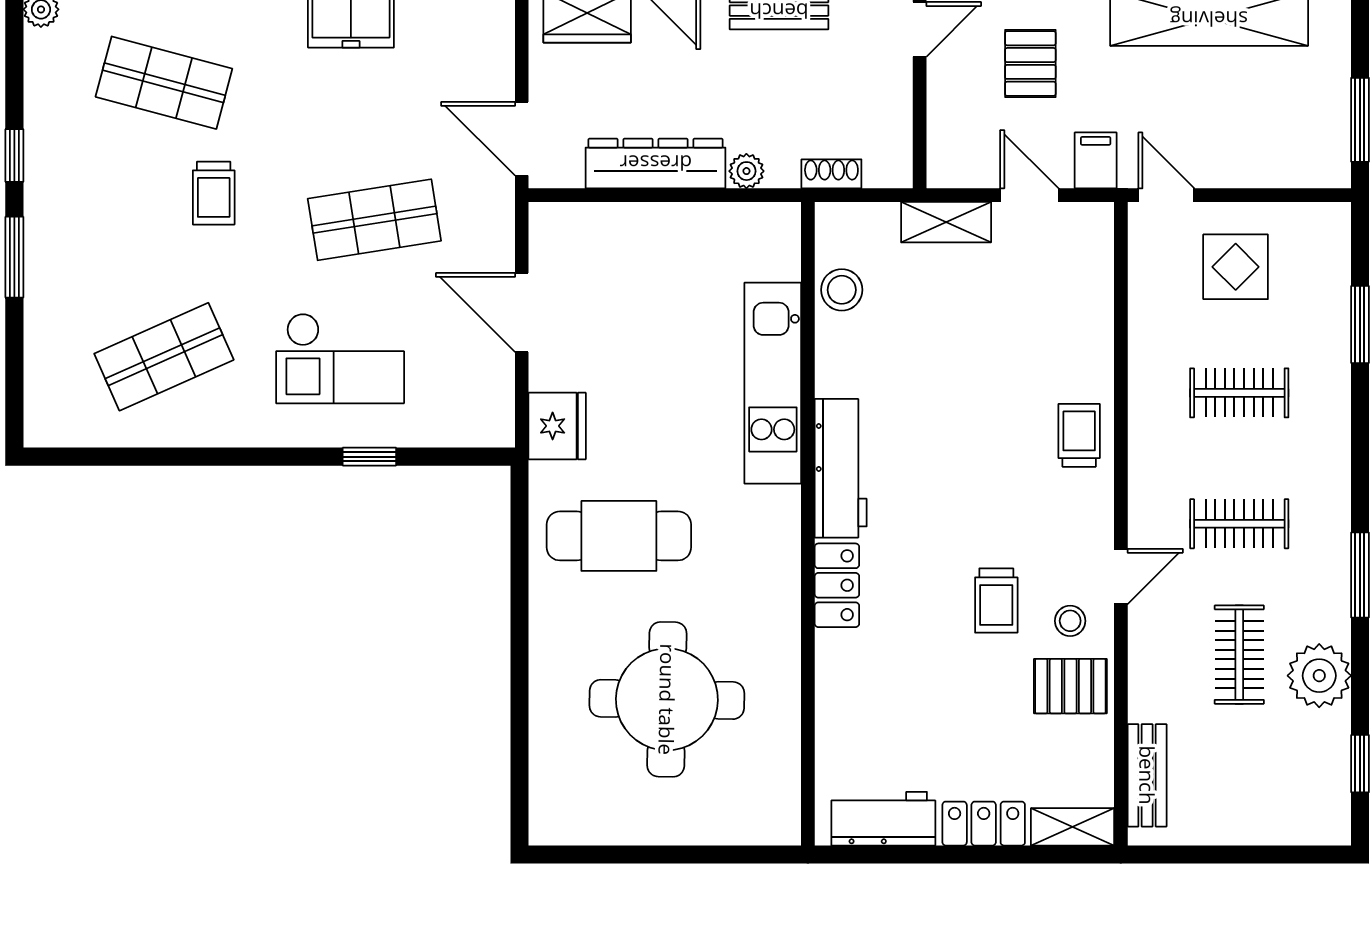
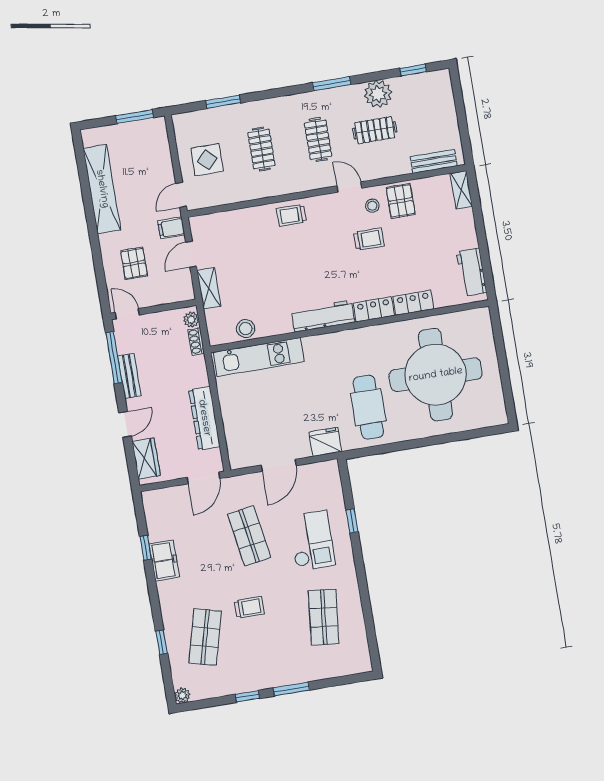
pallet: (1030, 63) -> (134, 263), turned 90
plant: (746, 171) -> (191, 320), moved
shop shelf: (164, 357) -> (324, 617), turned 30
kitchen unit: (773, 383) -> (259, 357), moved
round table: (667, 699) -> (436, 375), width x1.36, depth x1.36
locker: (984, 824) -> (413, 303), moved, turned 90

